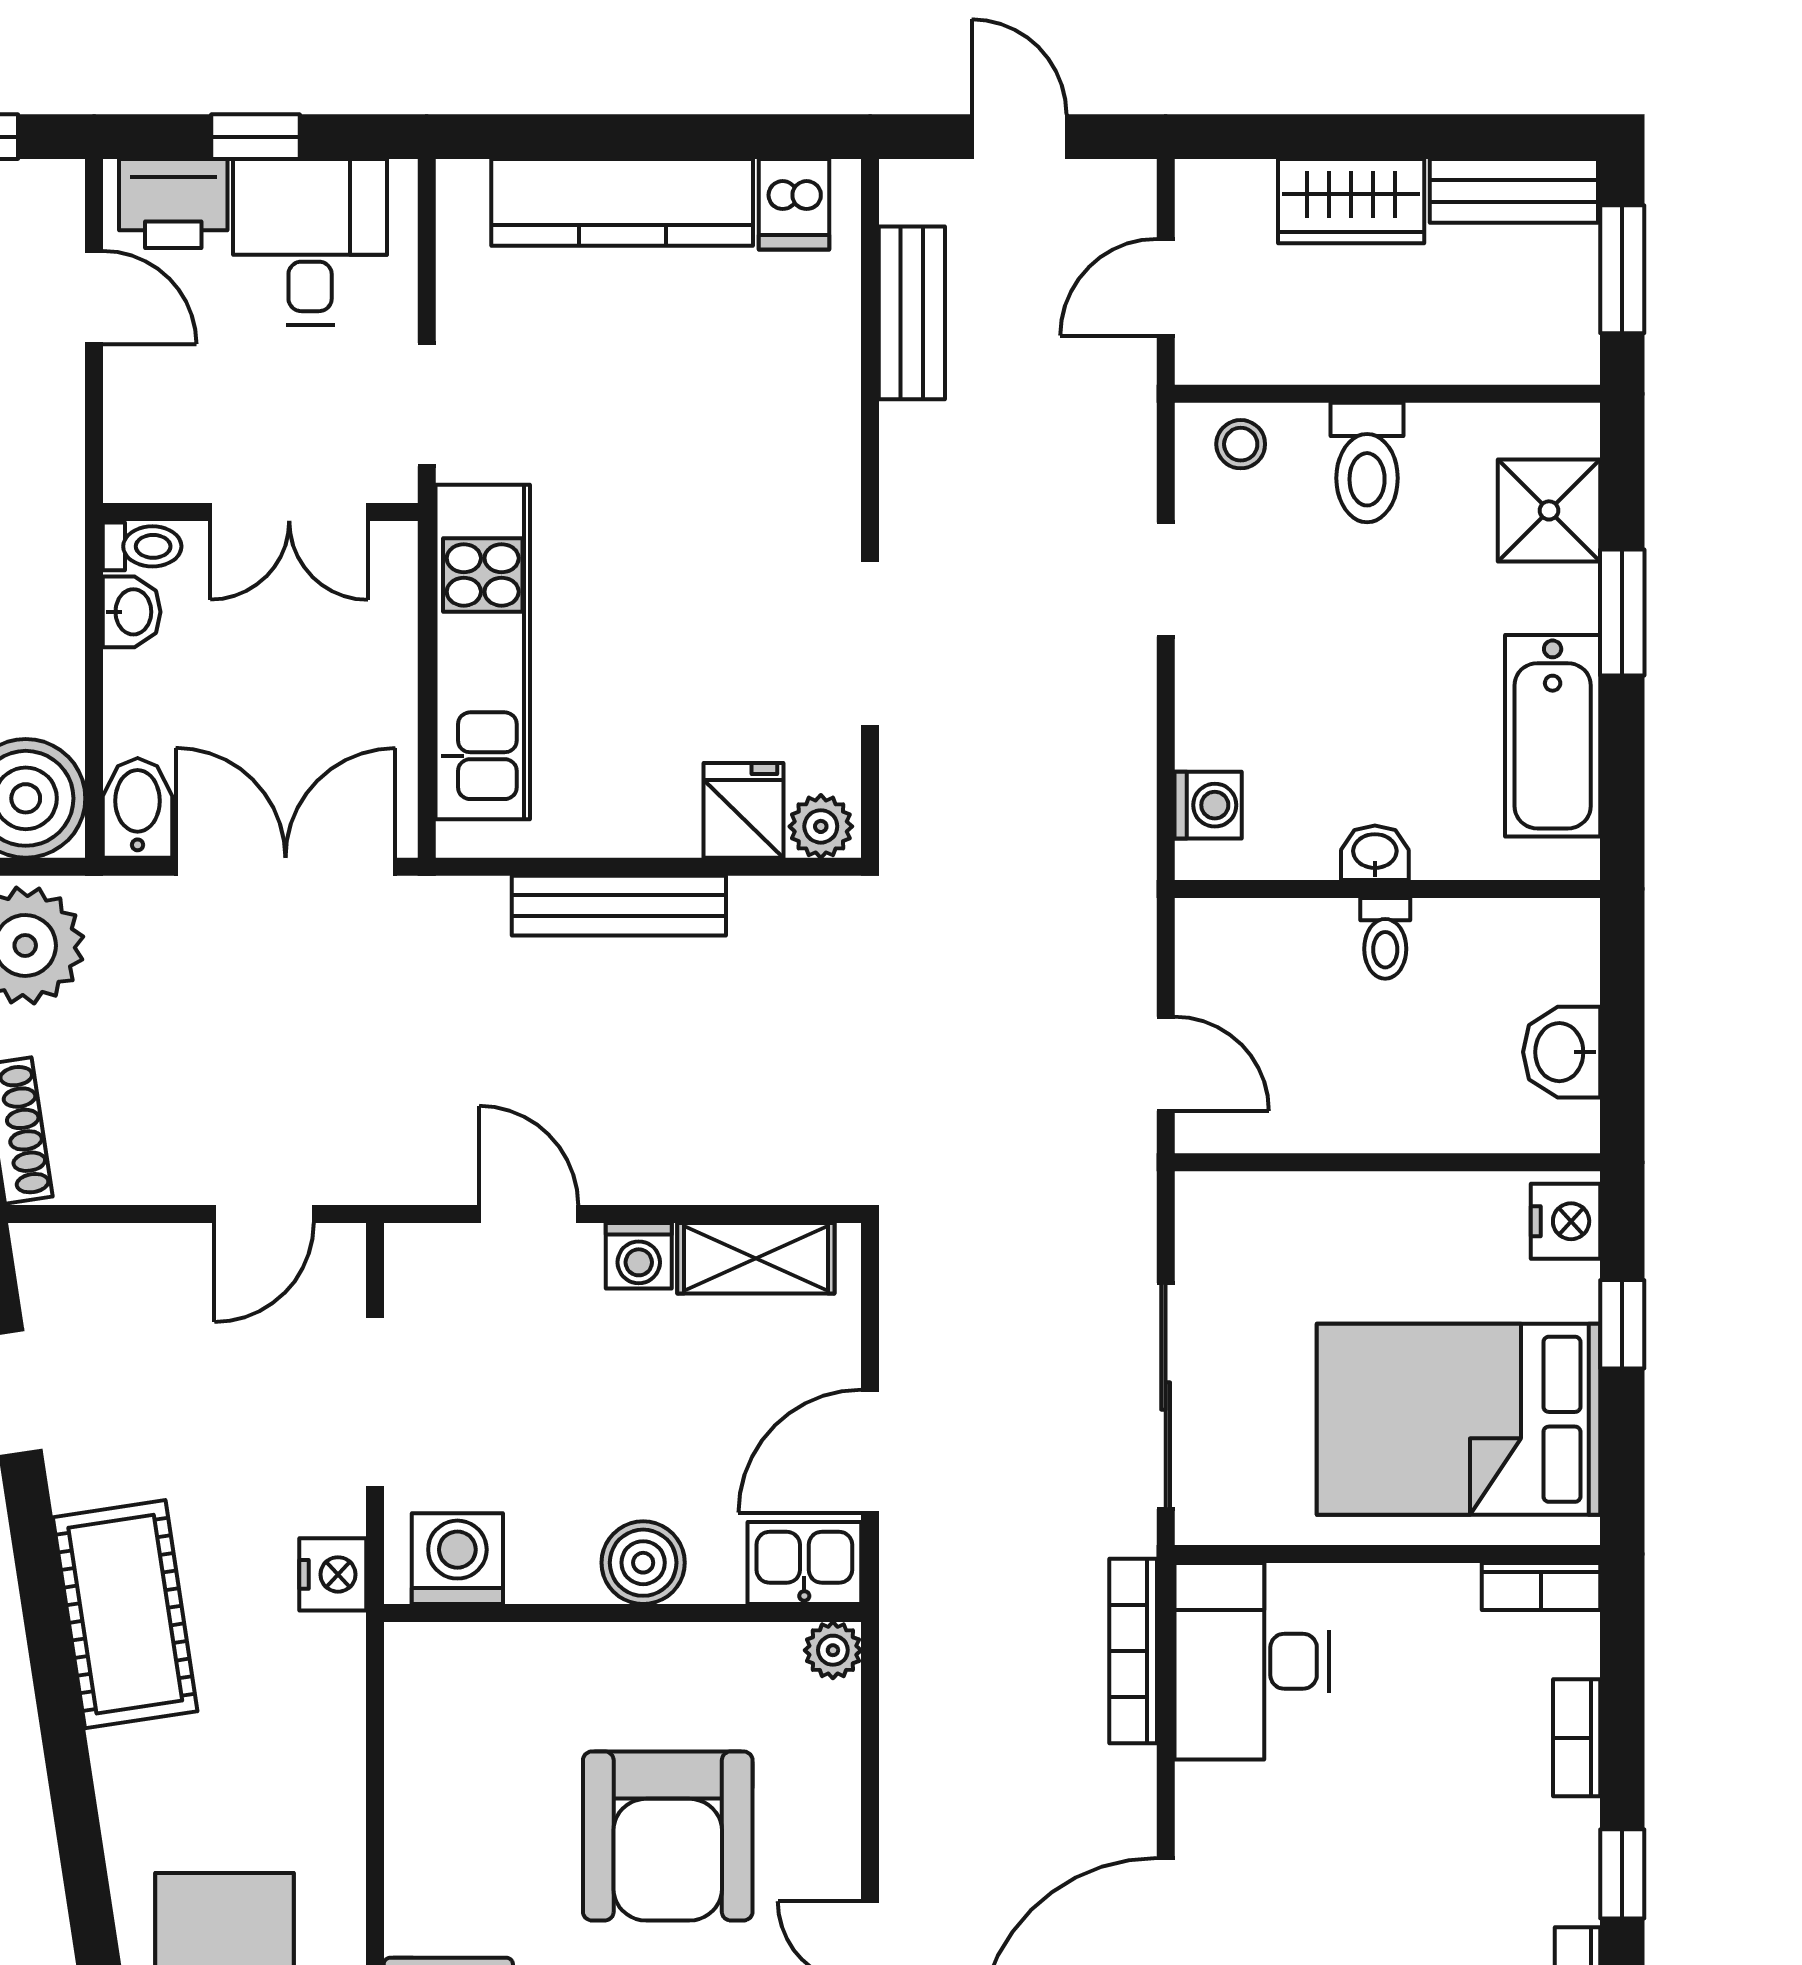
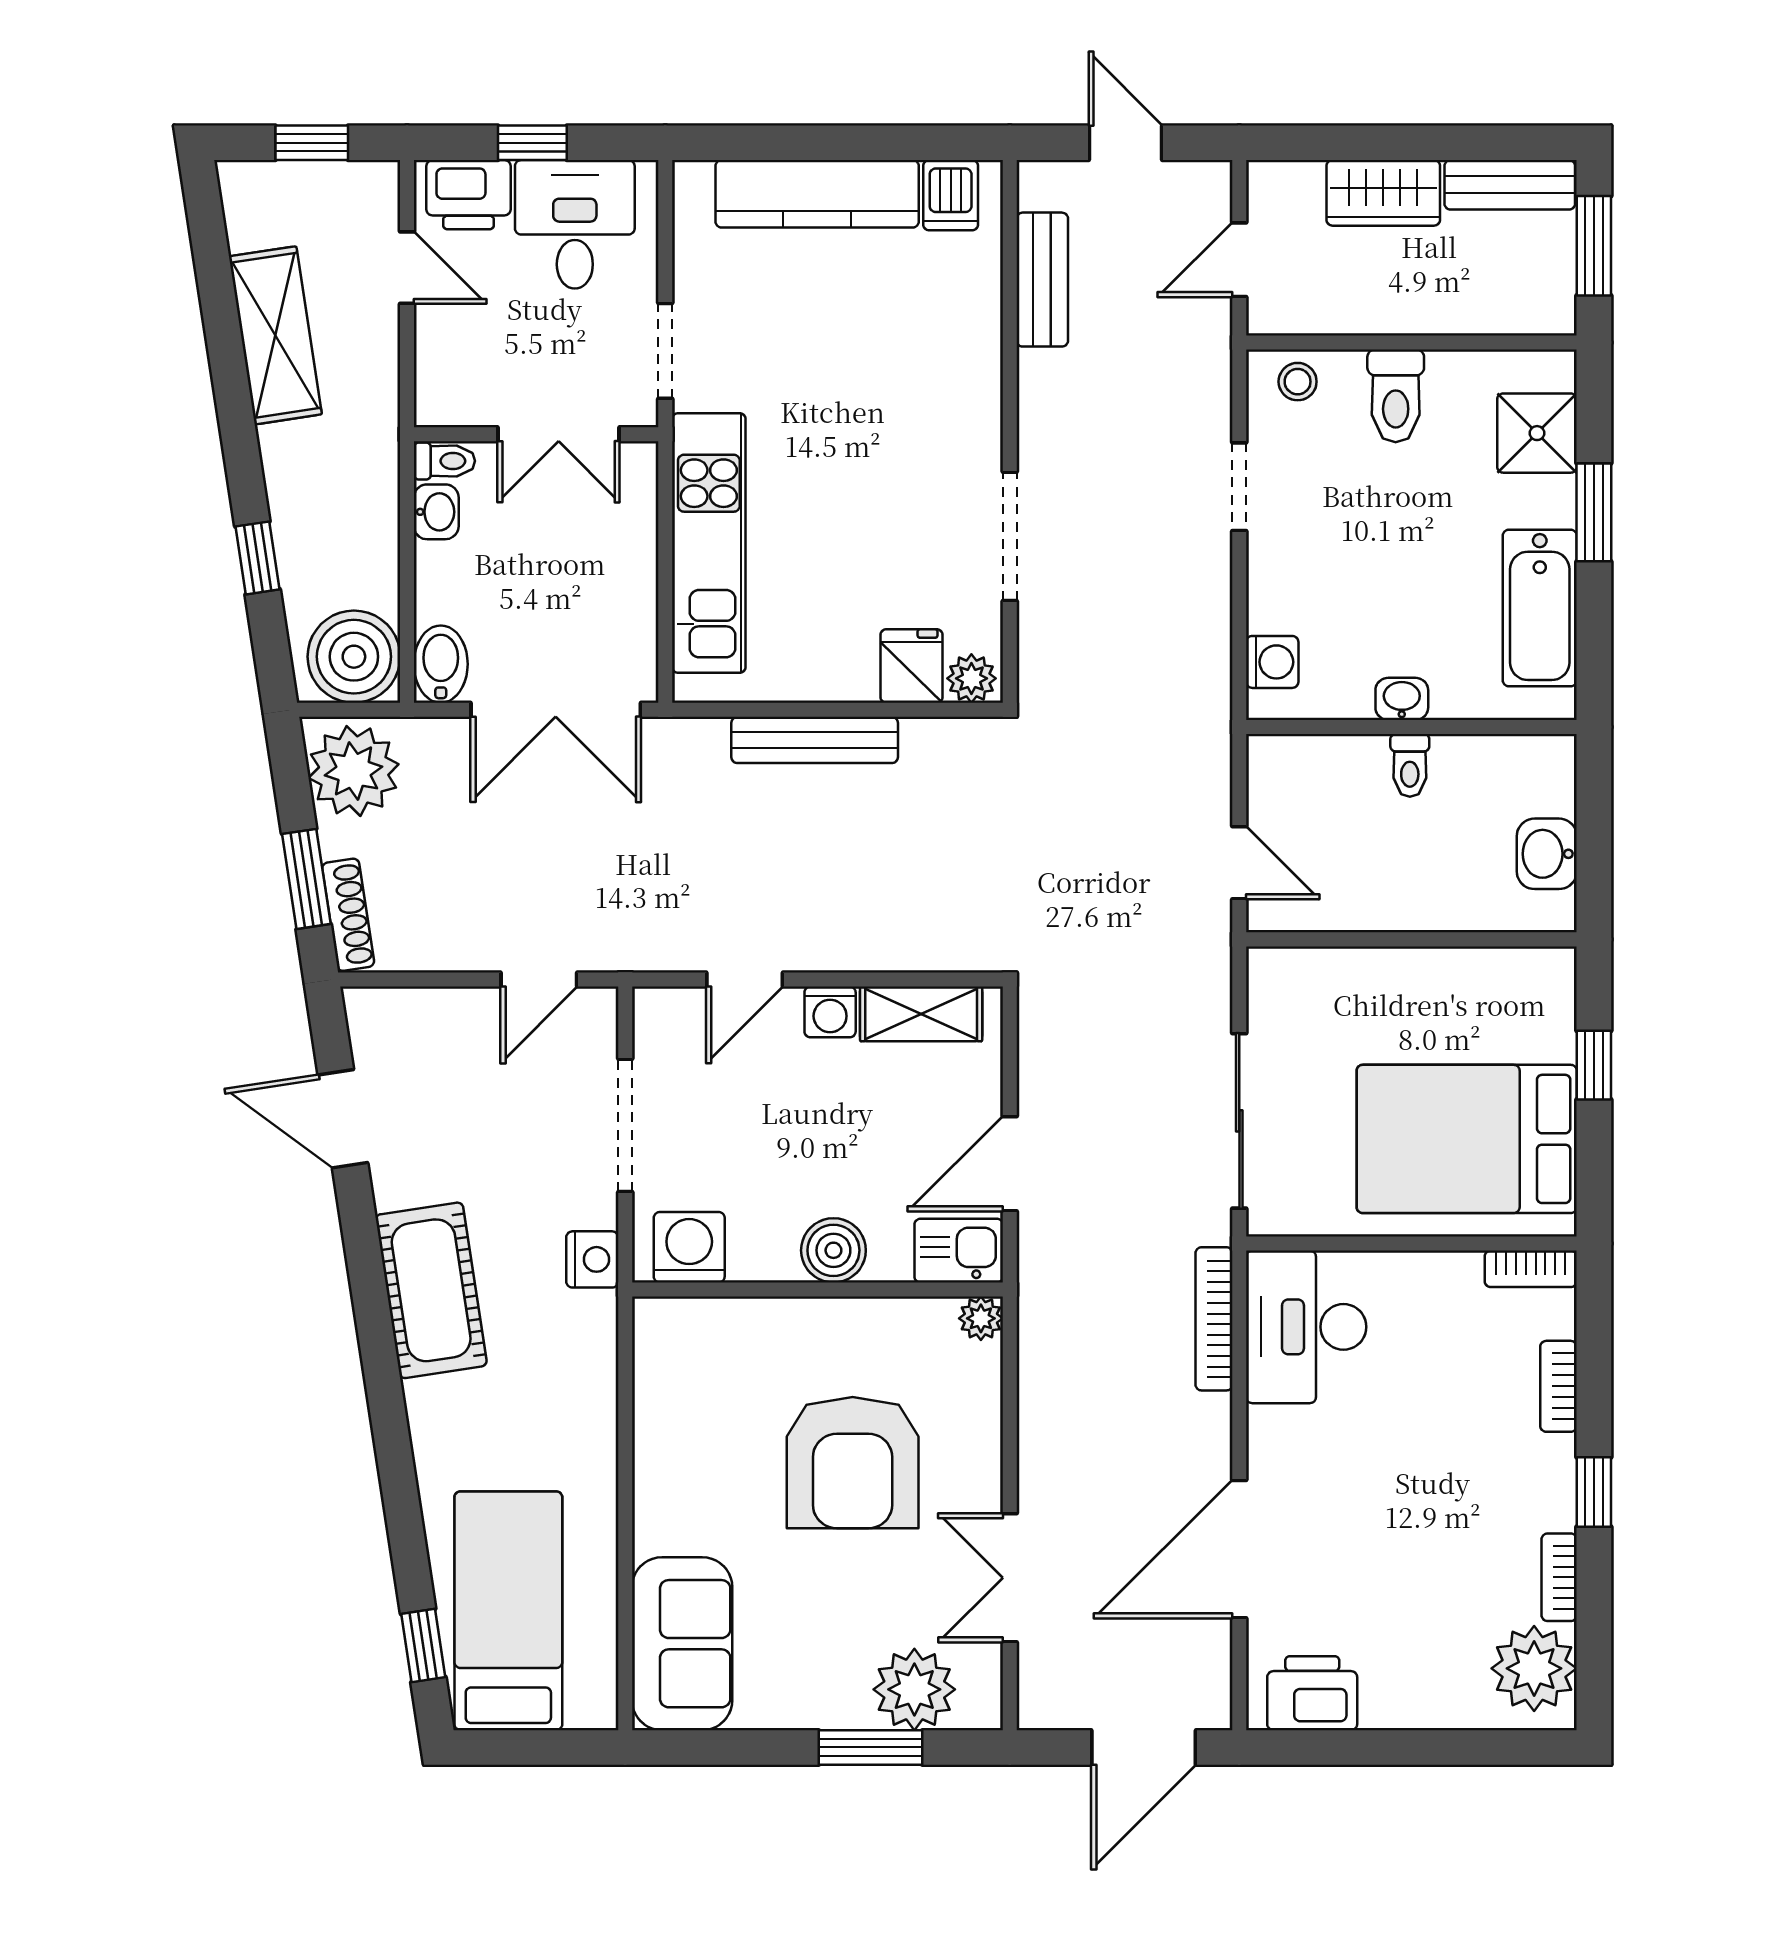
double door: (286, 867) -> (556, 710), swing flipped
door: (529, 1214) -> (745, 980), swing flipped
nightstand: (1565, 1221) -> (1550, 985), removed

